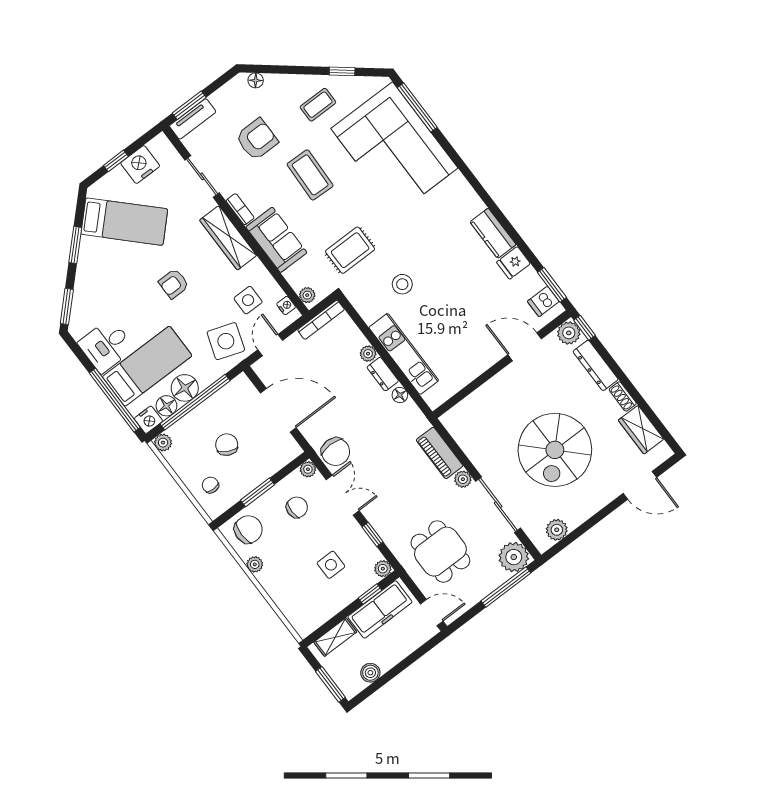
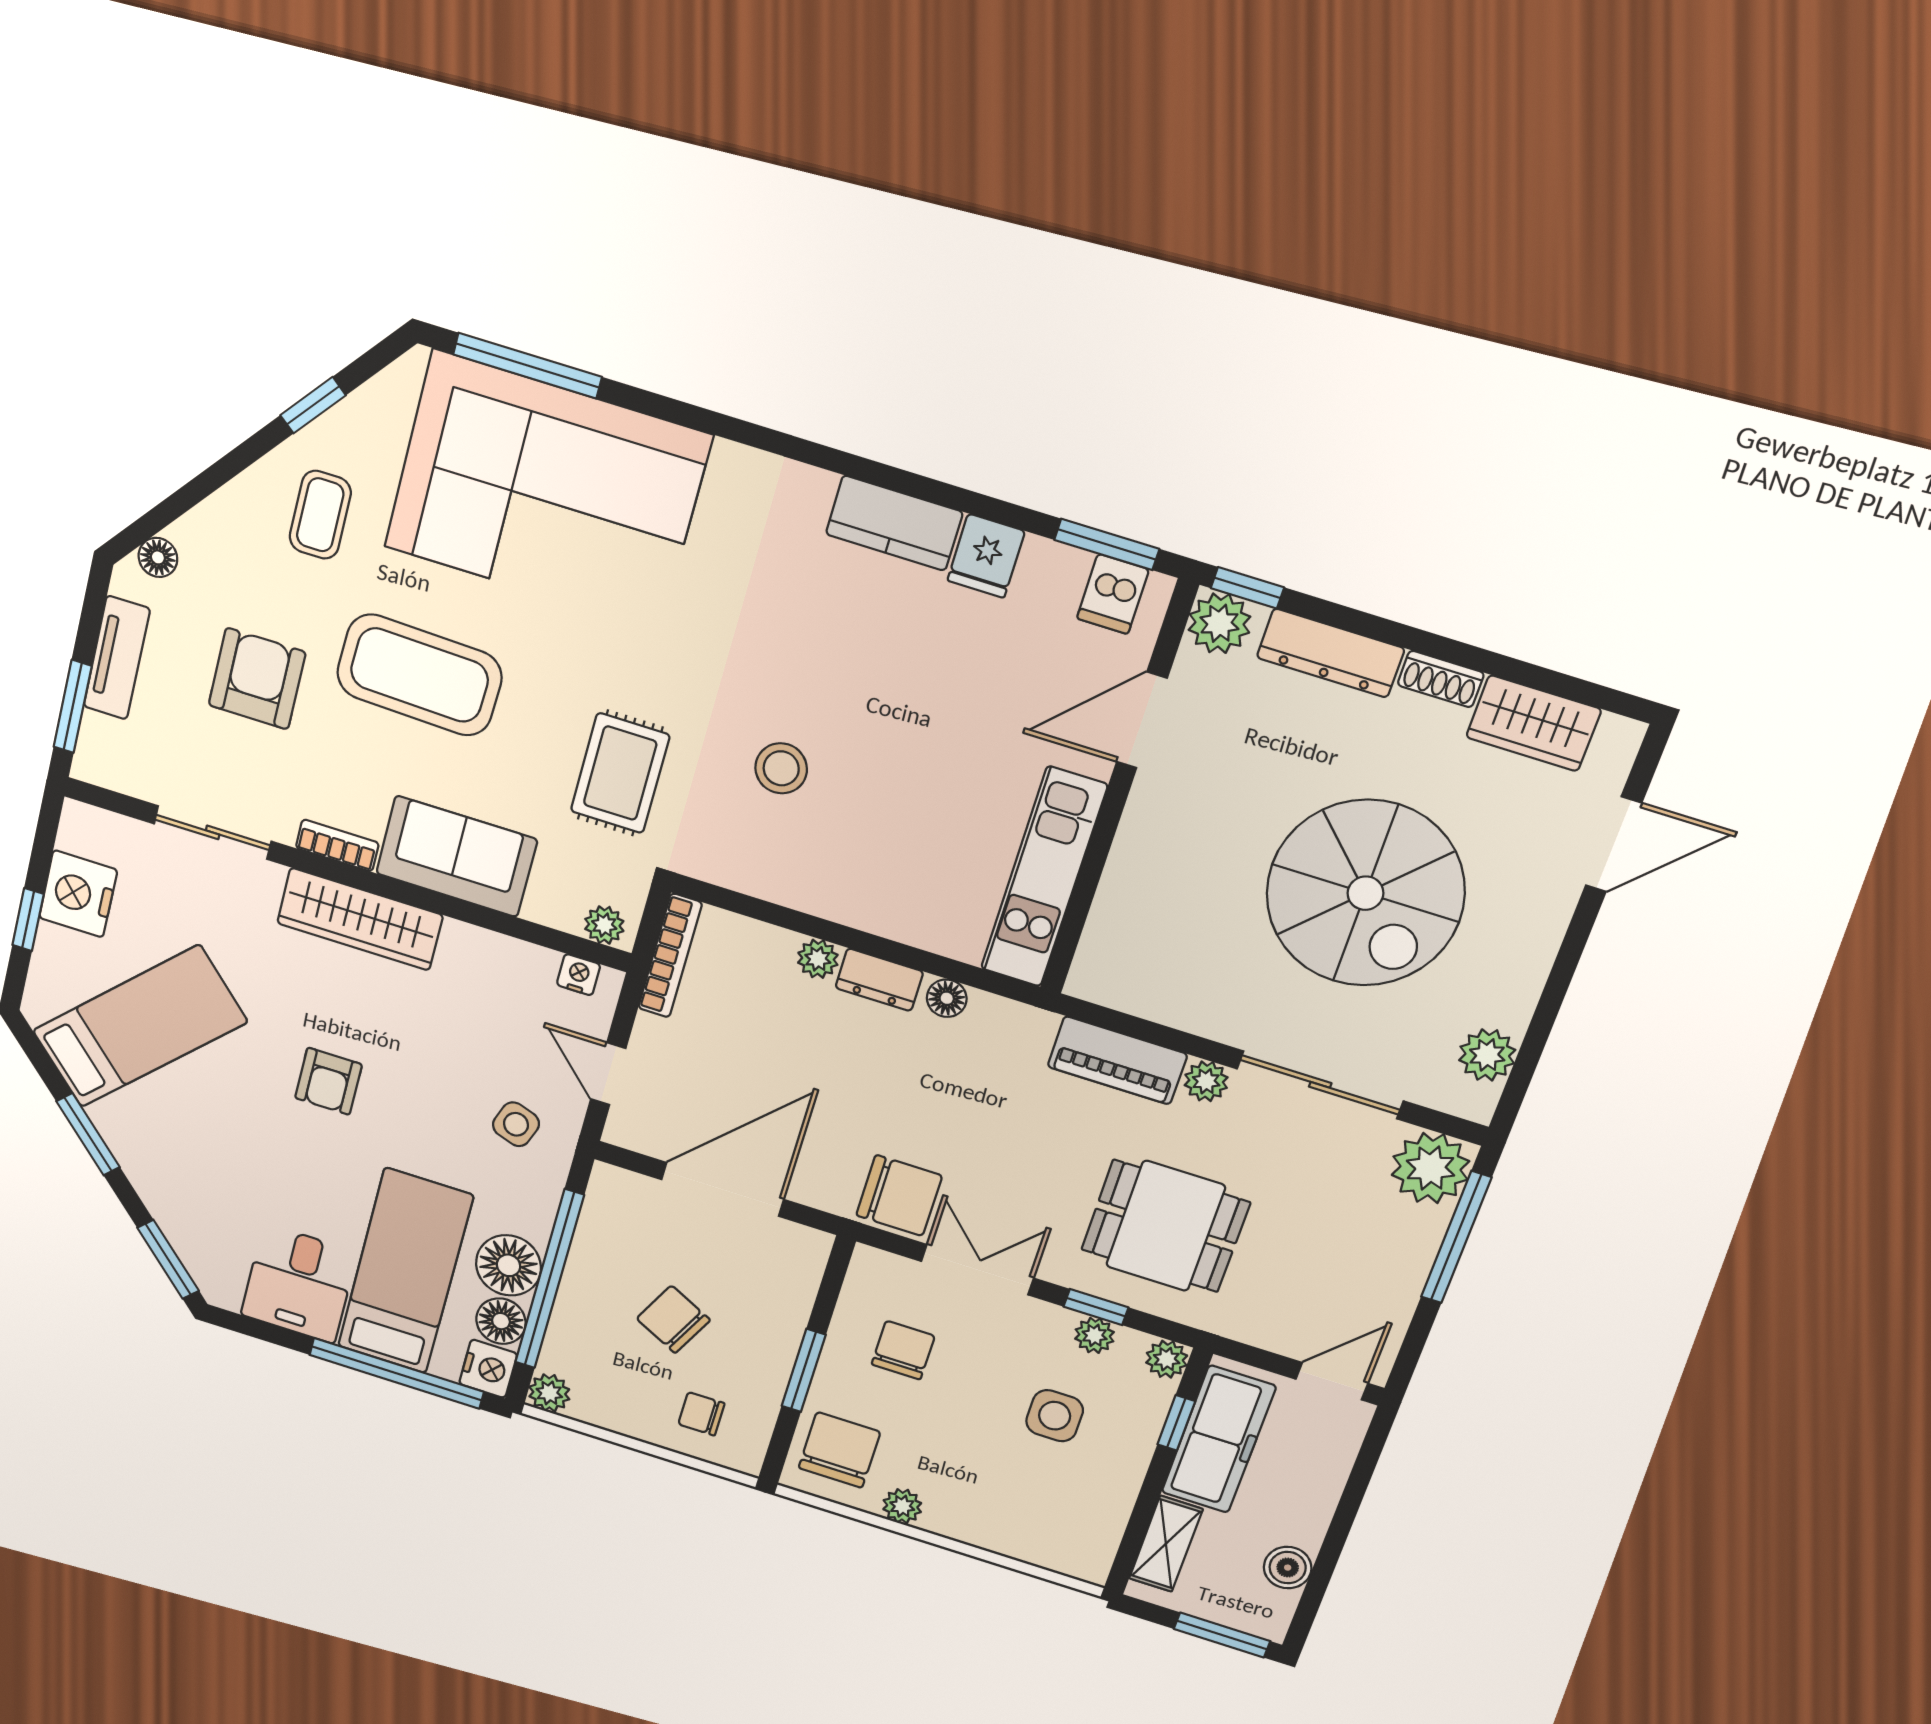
tv unit: (193, 119) -> (117, 658), moved
coffee table: (310, 175) -> (419, 675), width x1.36, depth x1.32
side table: (248, 300) -> (496, 1015), removed
side table: (226, 341) -> (516, 1124), width x0.54, depth x0.54
kitchen unit: (404, 354) -> (1044, 877), moved, turned -90
plant: (308, 469) -> (1095, 1335), moved
dining table: (440, 552) -> (1166, 1226), moved

